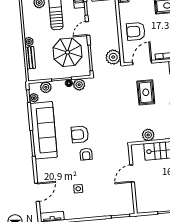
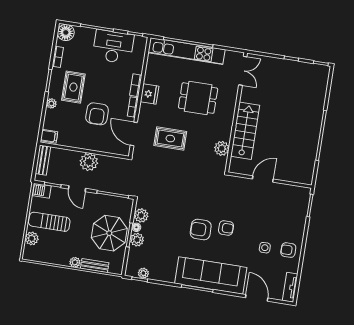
armchair: (136, 31) -> (97, 114), moved
parasol: (68, 52) -> (109, 233), moved
plant: (113, 57) -> (89, 162), moved
plant: (46, 87) -> (137, 240), moved
sofa: (44, 130) -> (211, 275), moved
armchair: (80, 134) -> (201, 230), turned 90
door: (132, 174) -> (263, 179), swing flipped
armchair: (81, 208) -> (288, 250), added

